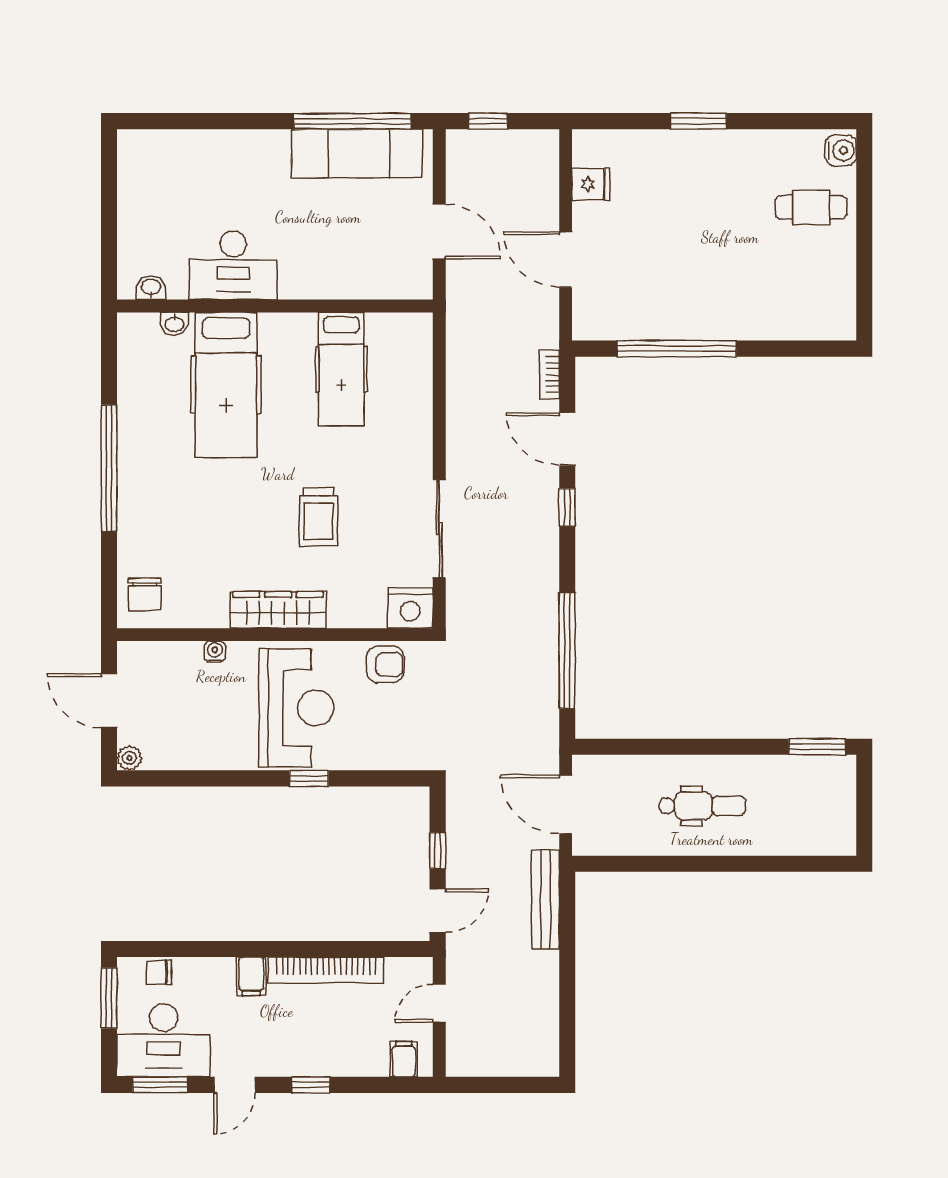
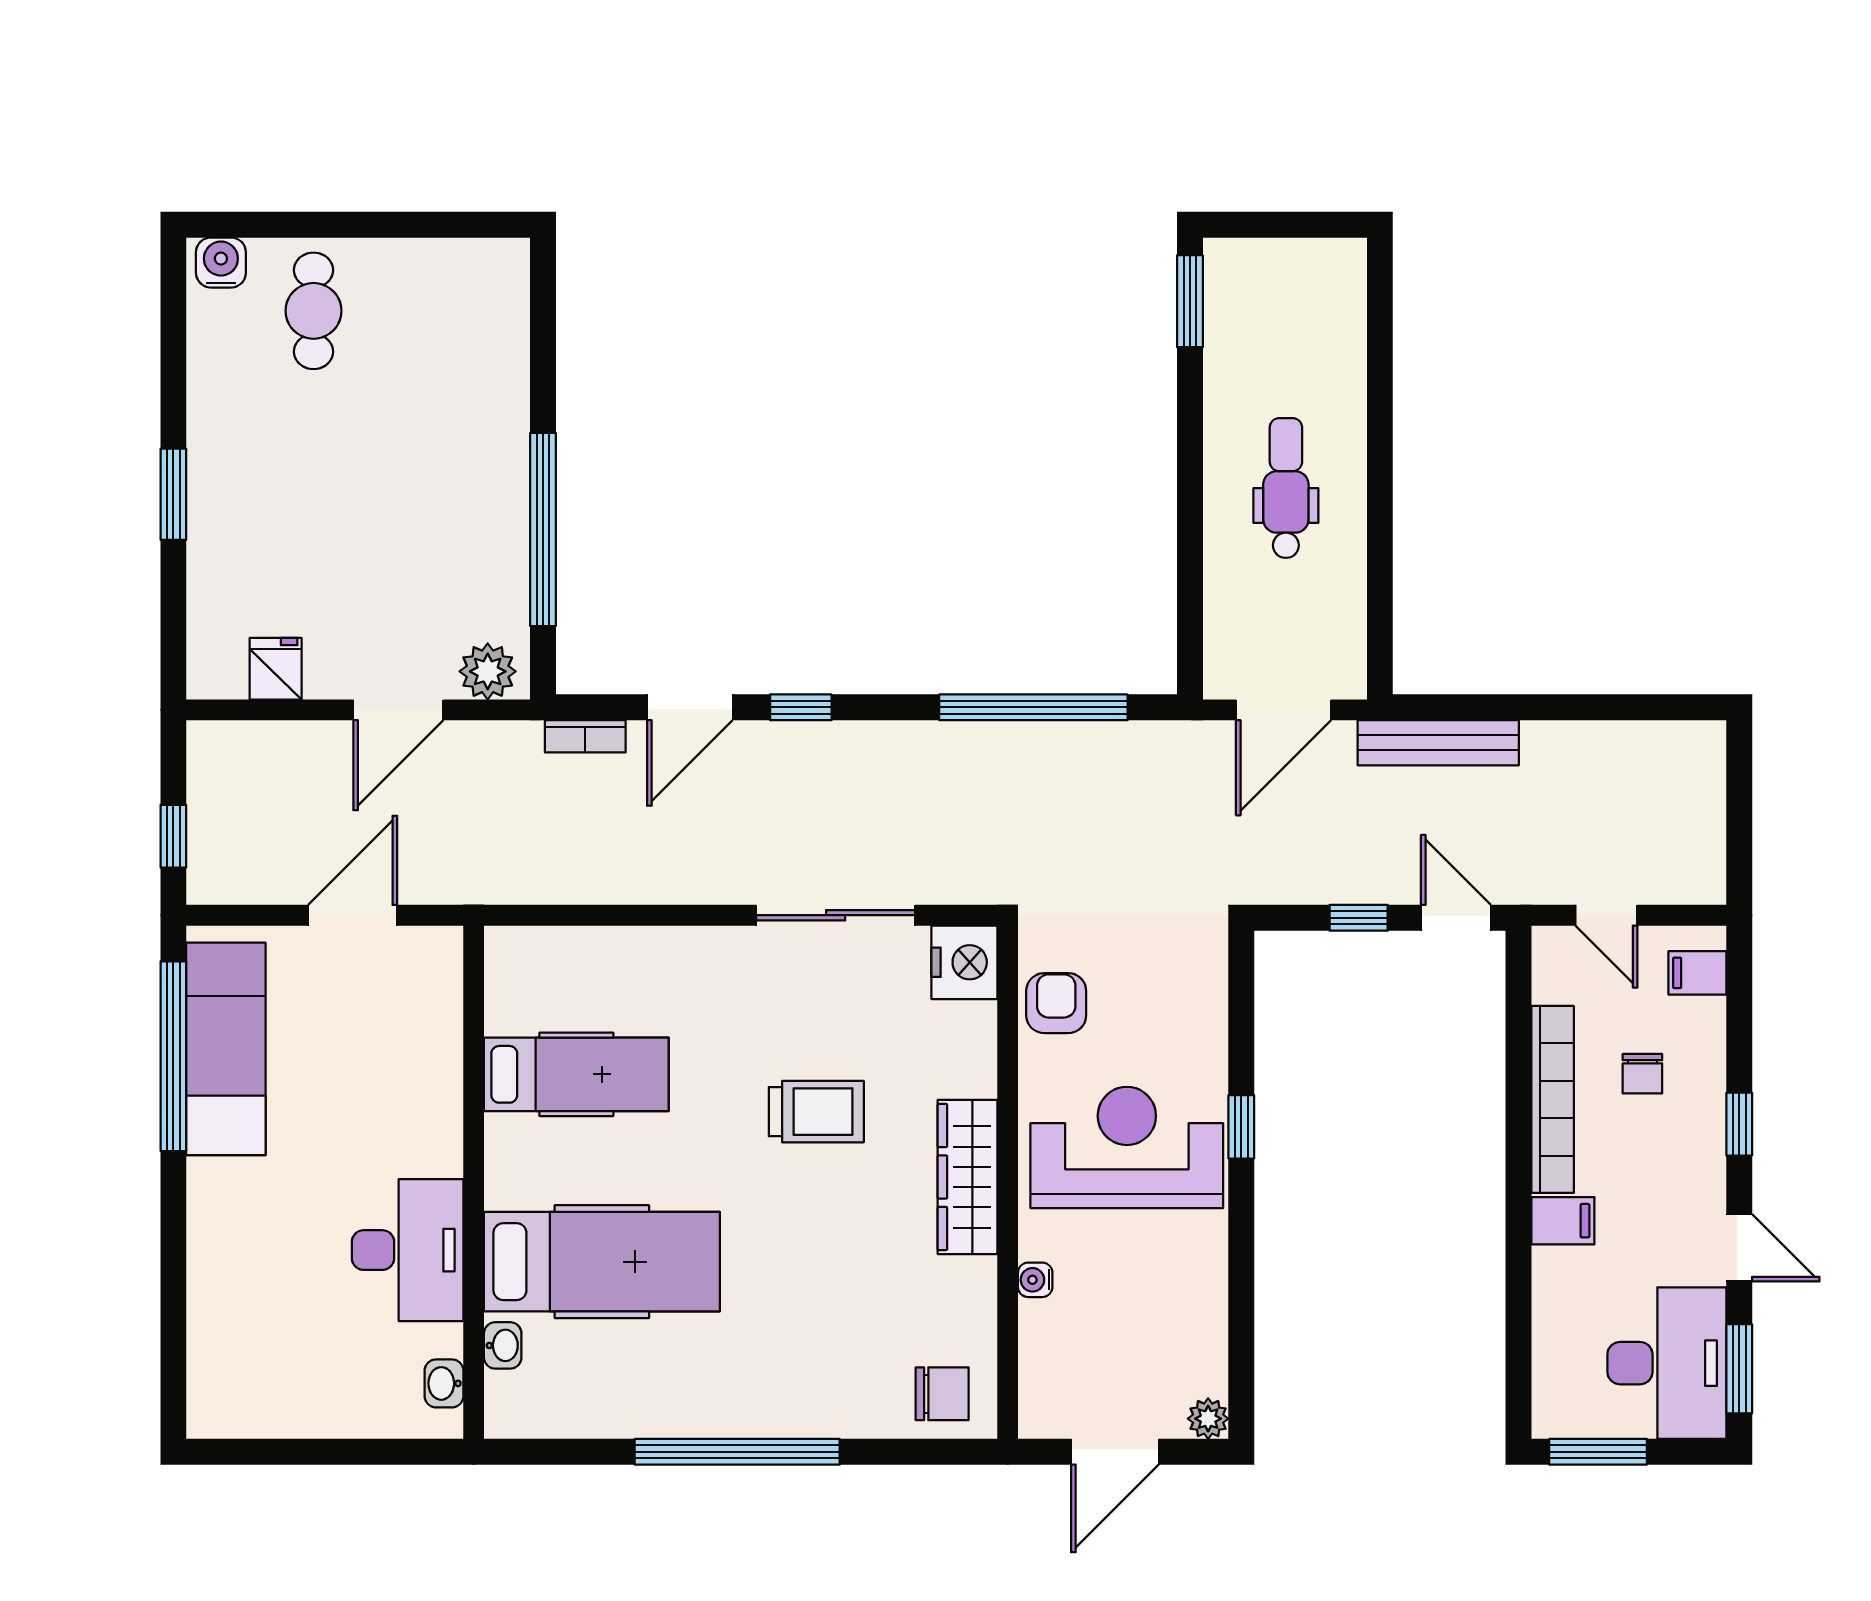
plant: (589, 315) -> (488, 671), added
chair: (159, 972) -> (1642, 1074), moved

